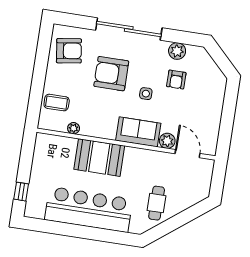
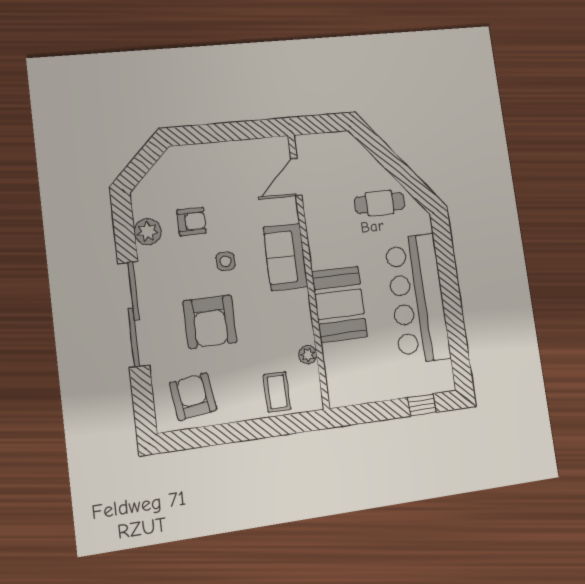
plant: (167, 141) -> (286, 211), removed

